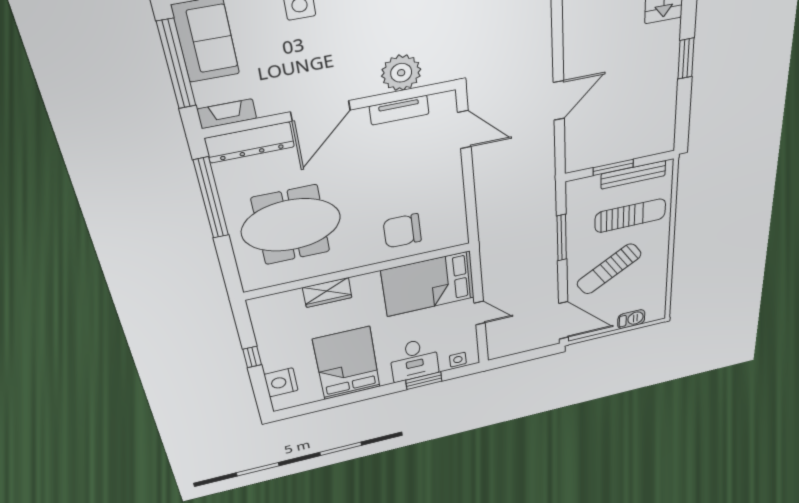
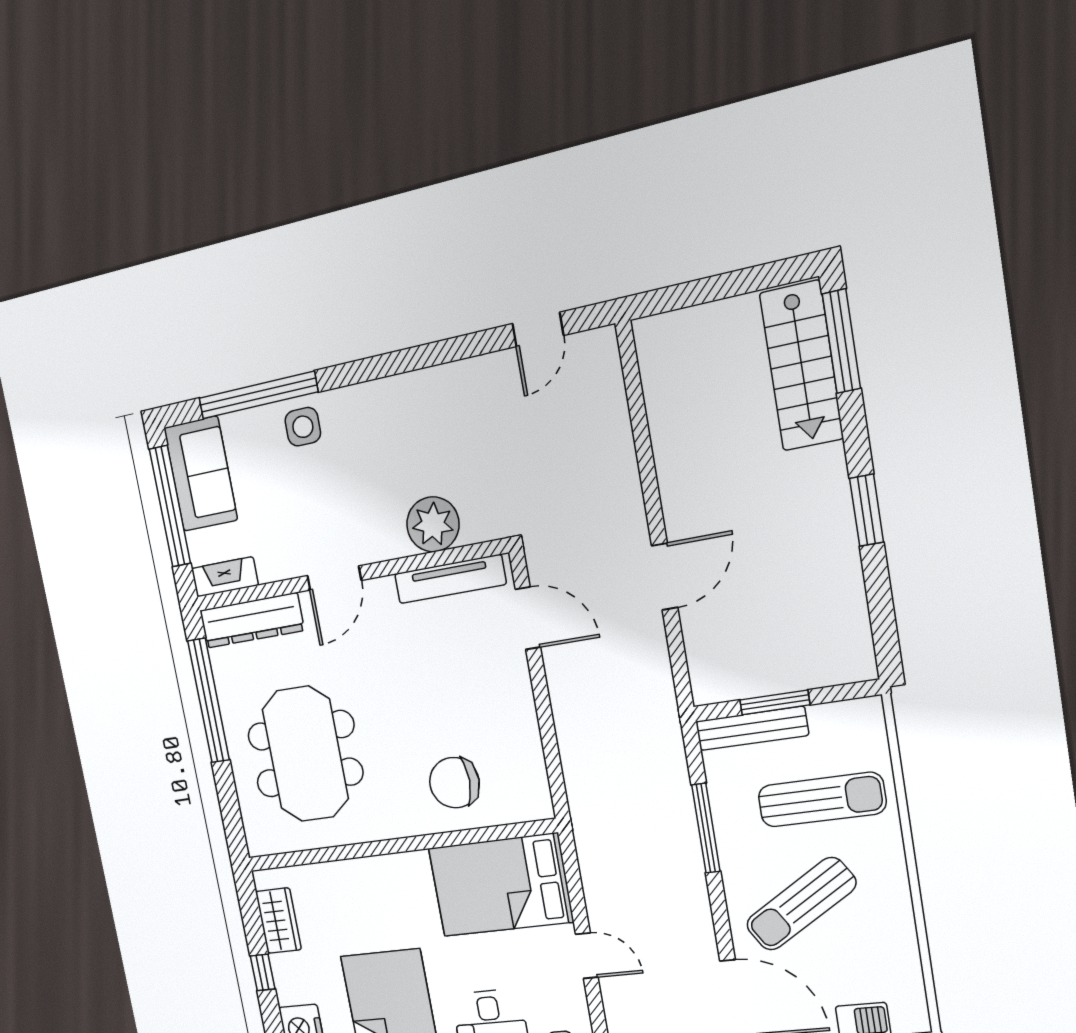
tv unit: (399, 110) -> (450, 579), width x1.41
door: (320, 111) -> (334, 578), width x0.73
bench: (633, 175) -> (752, 728), moved
meeting table: (291, 225) -> (305, 754), turned 90
wardrobe: (327, 293) -> (278, 921), moved, turned -90

